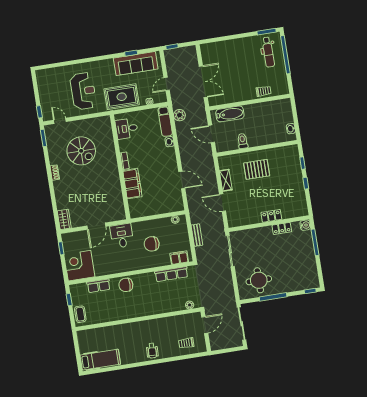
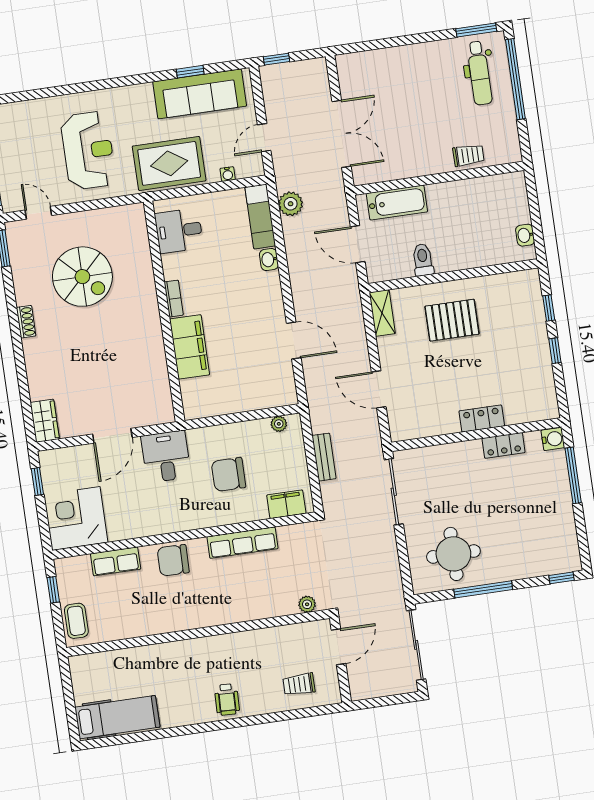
shelving: (226, 180) -> (382, 313), moved
row of seats: (171, 274) -> (242, 543), moved

